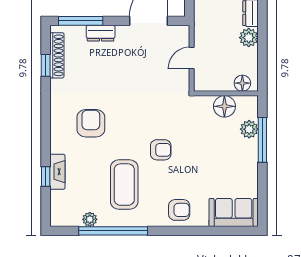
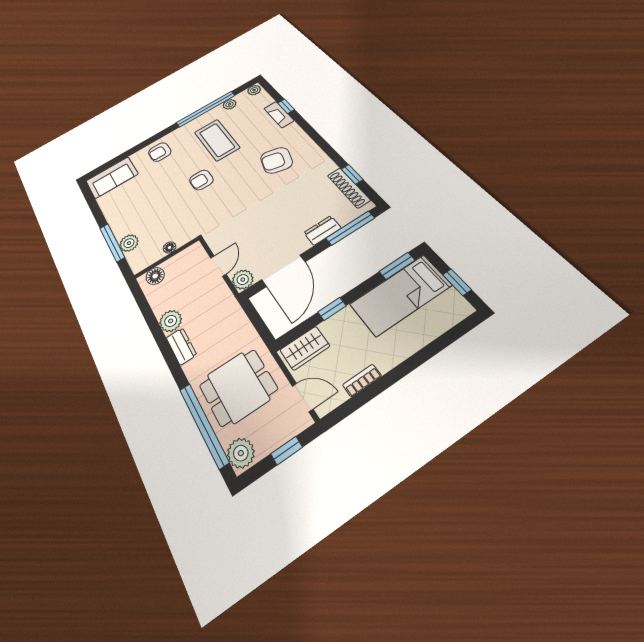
plant: (181, 34) -> (243, 280), added
floor lamp: (224, 106) -> (170, 248), width x0.53, depth x0.53
armchair: (91, 123) -> (276, 160), turned 106
plant: (59, 219) -> (254, 90), added

